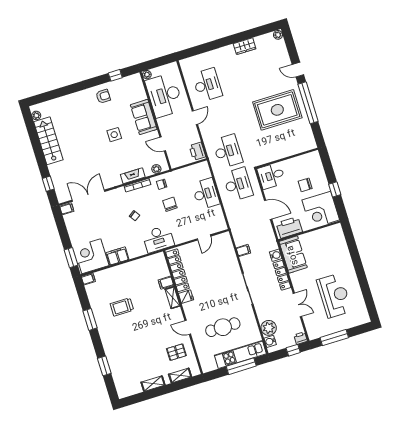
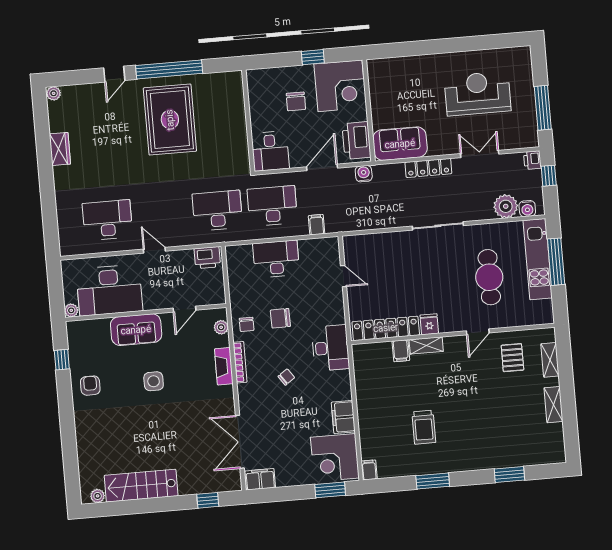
filing cabinet: (67, 209) -> (260, 479), width x2.00
filing cabinet: (243, 250) -> (317, 225), moved
water cooler: (276, 255) -> (364, 174), moved

